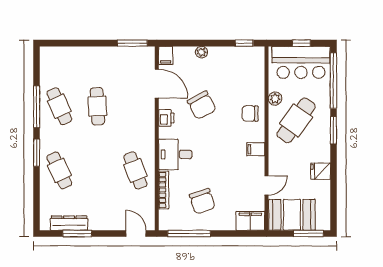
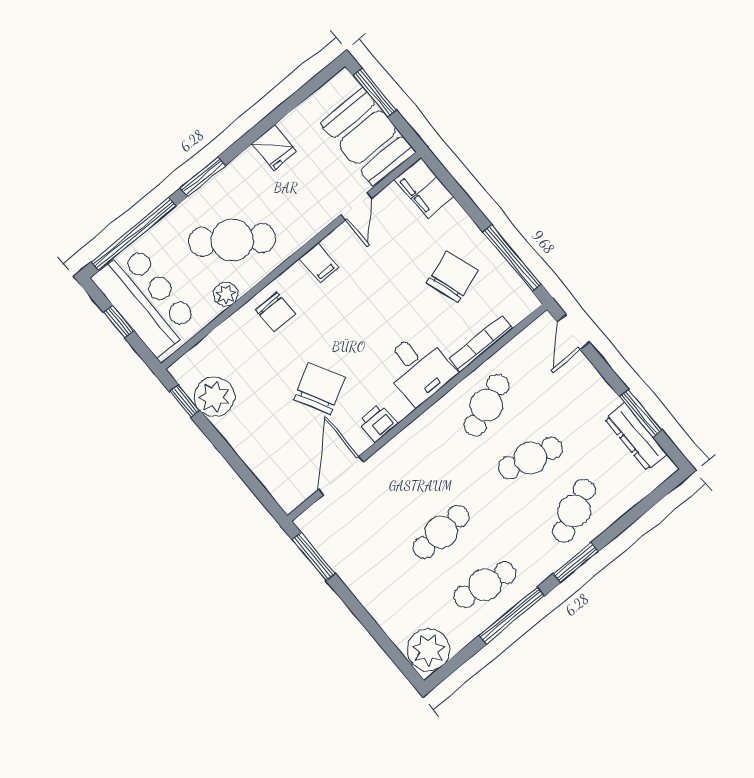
plant: (201, 52) -> (214, 397), moved, width x1.88, depth x1.88
filing cabinet: (166, 55) -> (292, 496), removed
plant: (51, 59) -> (429, 650), added
cafe table: (59, 106) -> (485, 585), turned 33
cafe table: (97, 170) -> (530, 458), added
door: (266, 185) -> (356, 206), swing flipped

